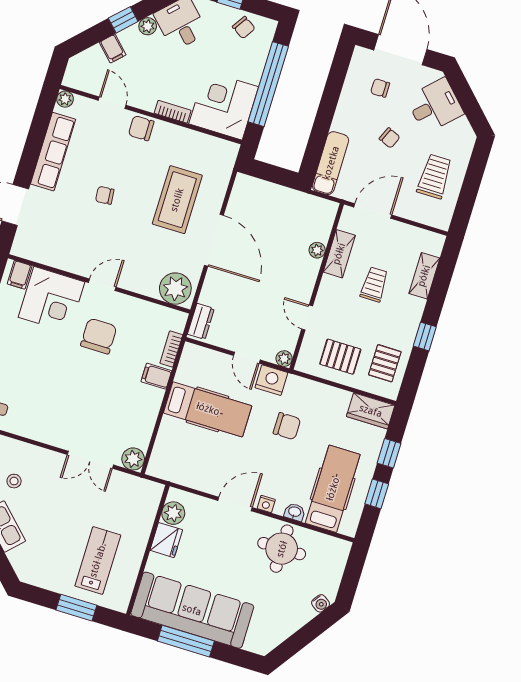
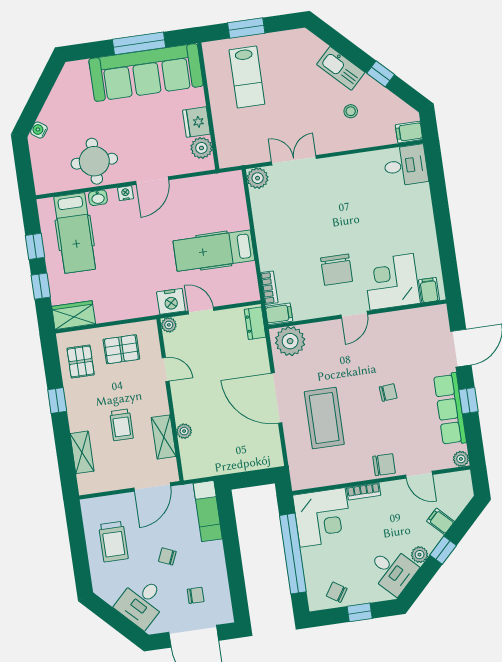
window: (32, 151) -> (468, 401), added
filing cabinet: (156, 376) -> (279, 314), moved
chair: (287, 426) -> (139, 268), removed

